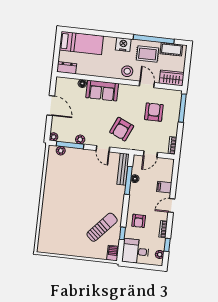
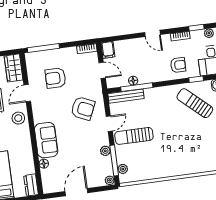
sun lounger: (87, 167) -> (134, 136), added
filing cabinet: (164, 187) -> (108, 50), moved

